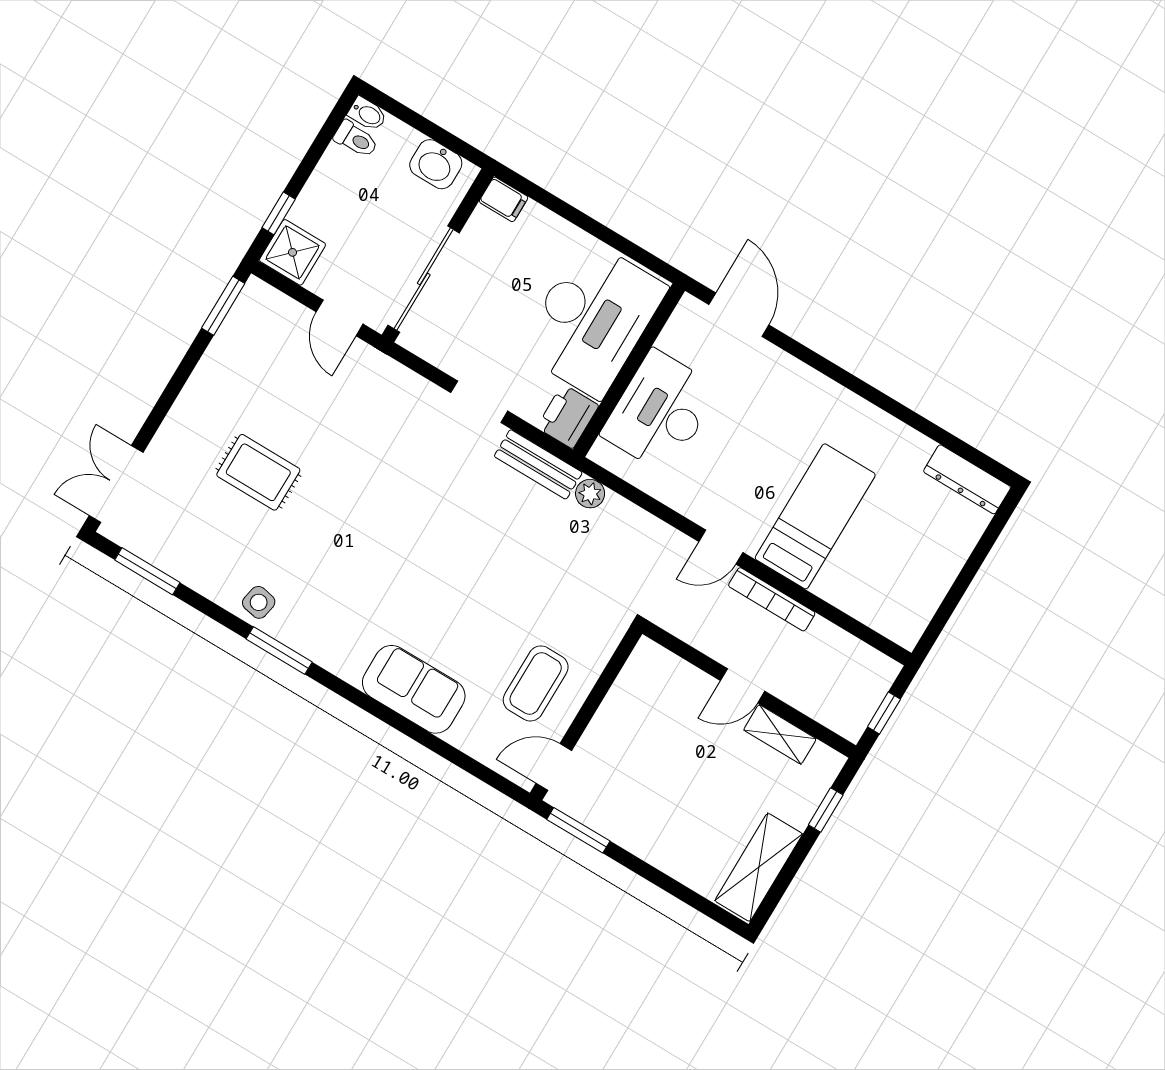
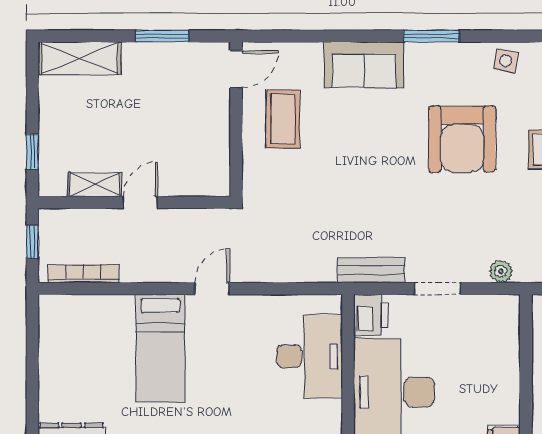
sliding door: (424, 279) -> (526, 350), removed
plant: (590, 494) -> (501, 271), moved
armchair: (356, 546) -> (462, 139), added
bookcase: (772, 599) -> (84, 274), moved
window: (279, 650) -> (431, 36), moved
window: (578, 830) -> (162, 36), moved
shelving: (759, 867) -> (80, 58), moved, turned 90

